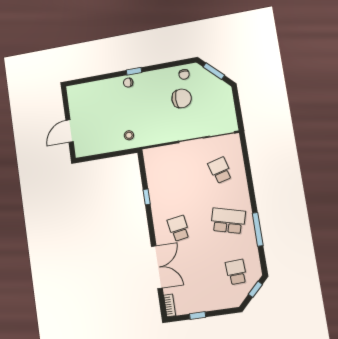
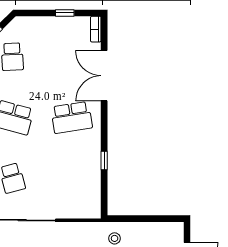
school desk: (179, 228) -> (72, 117), width x1.85

